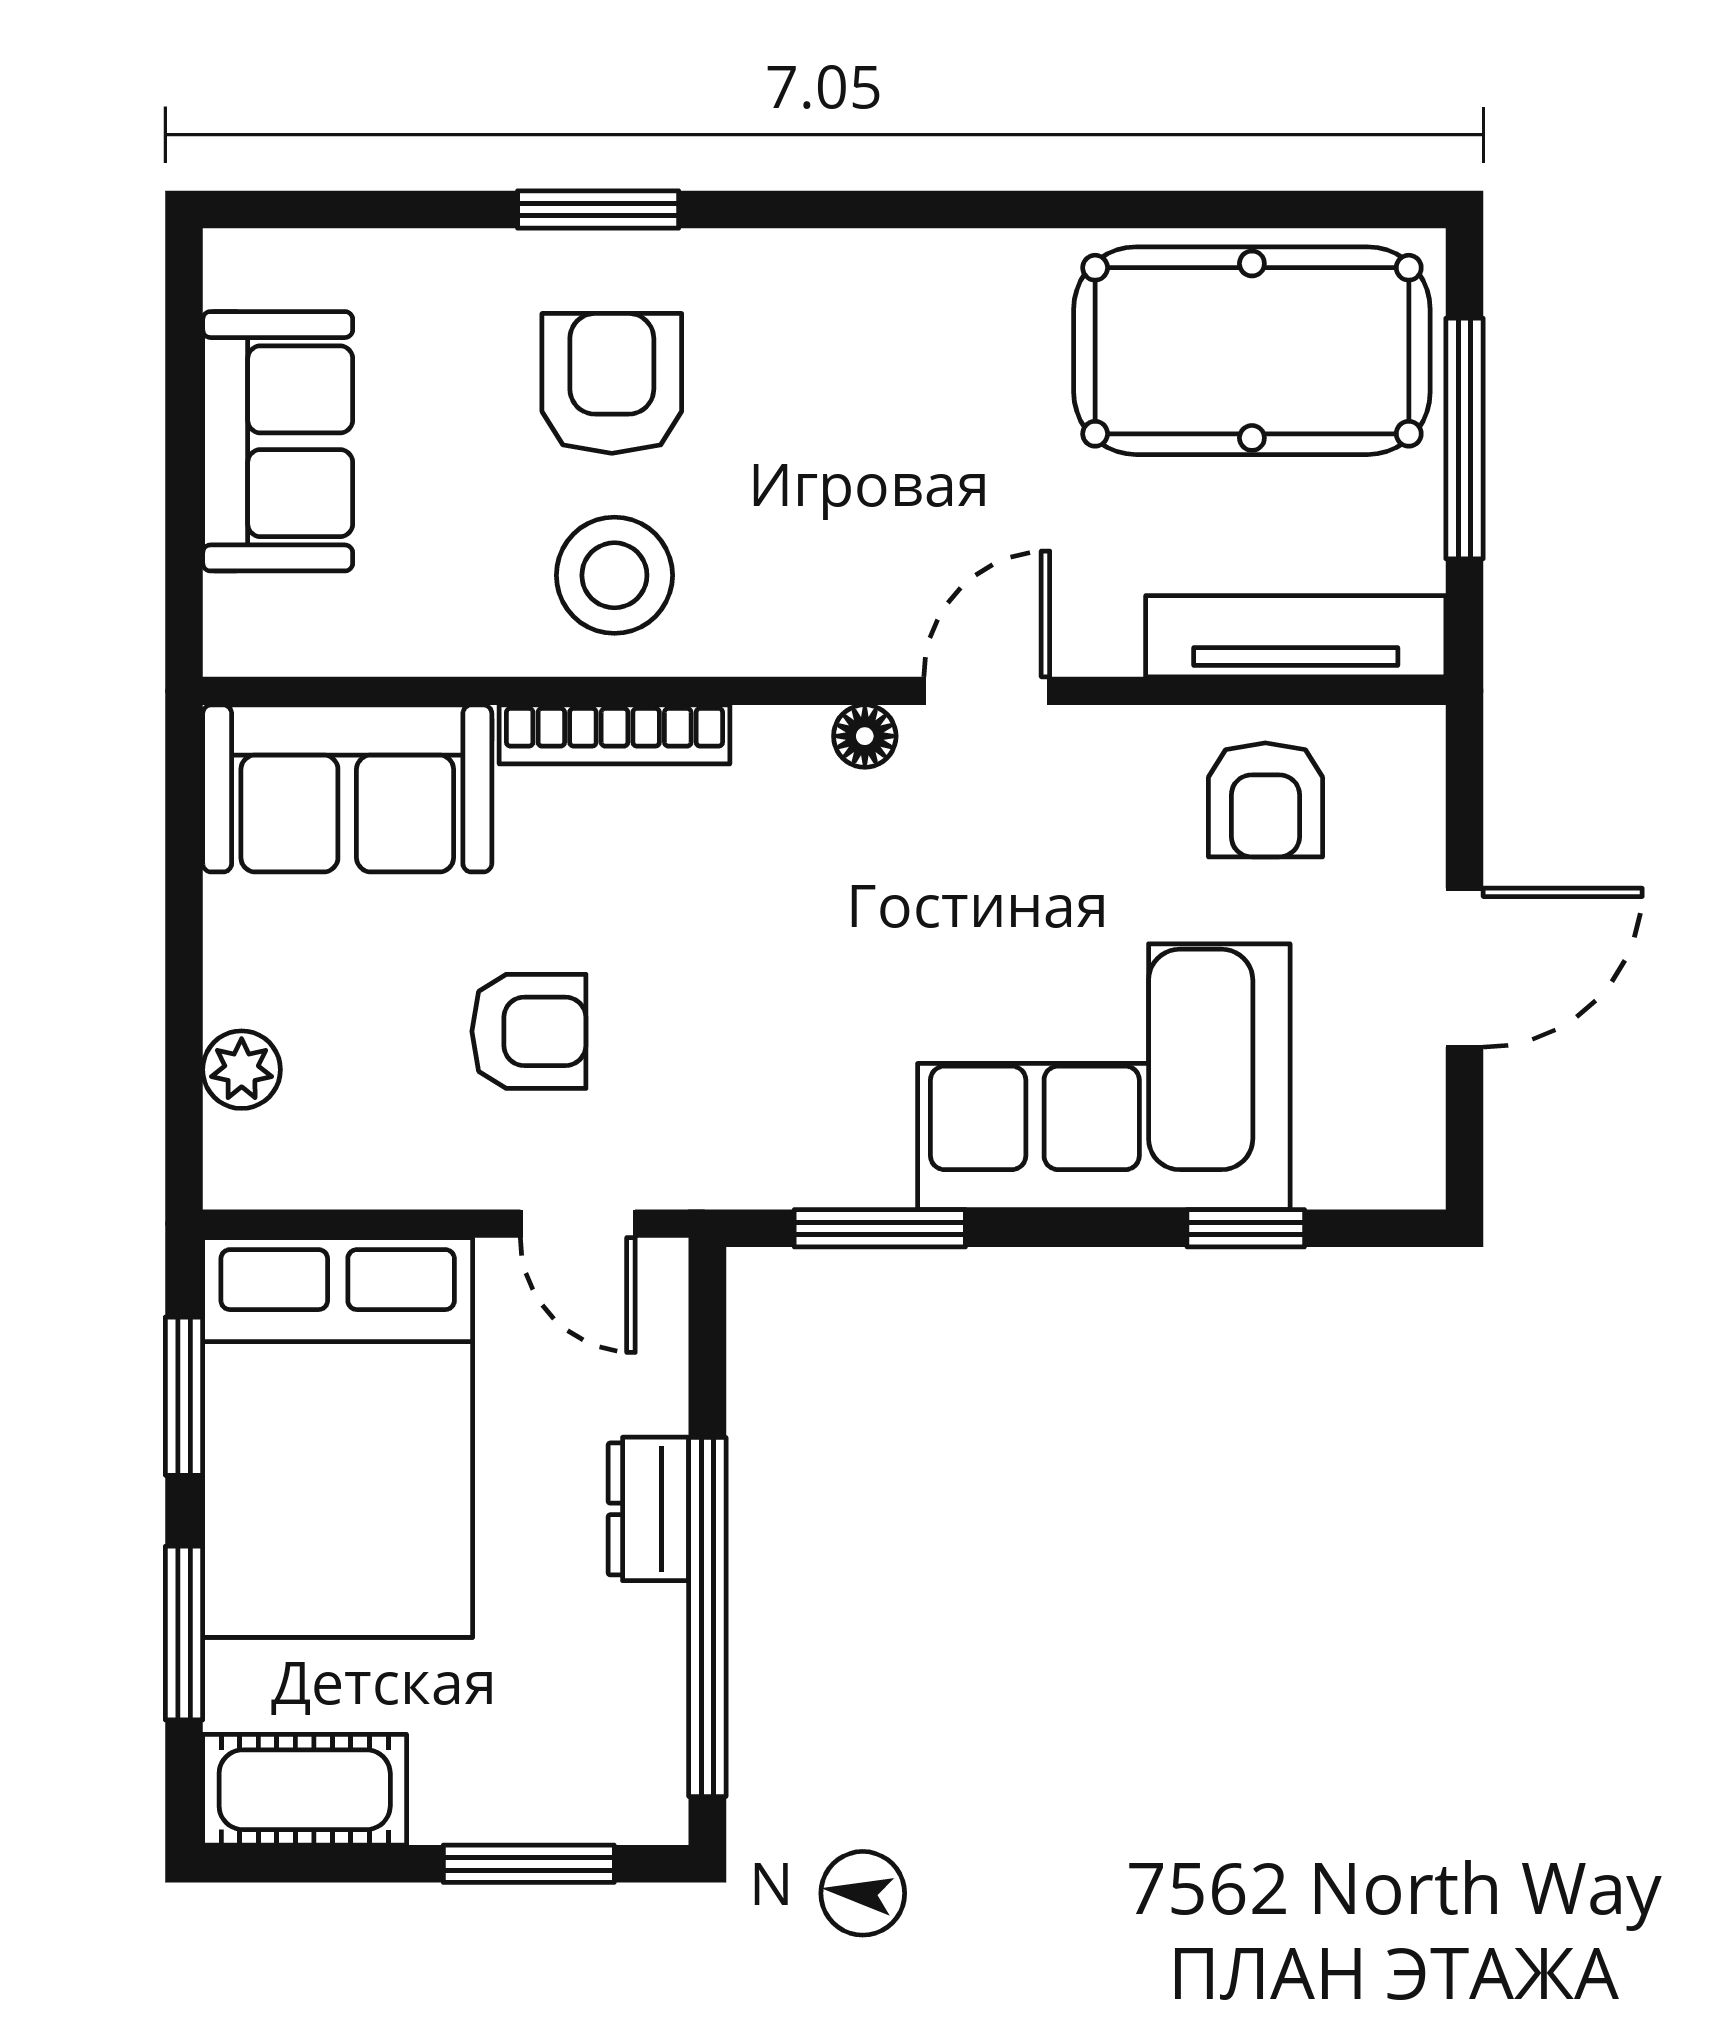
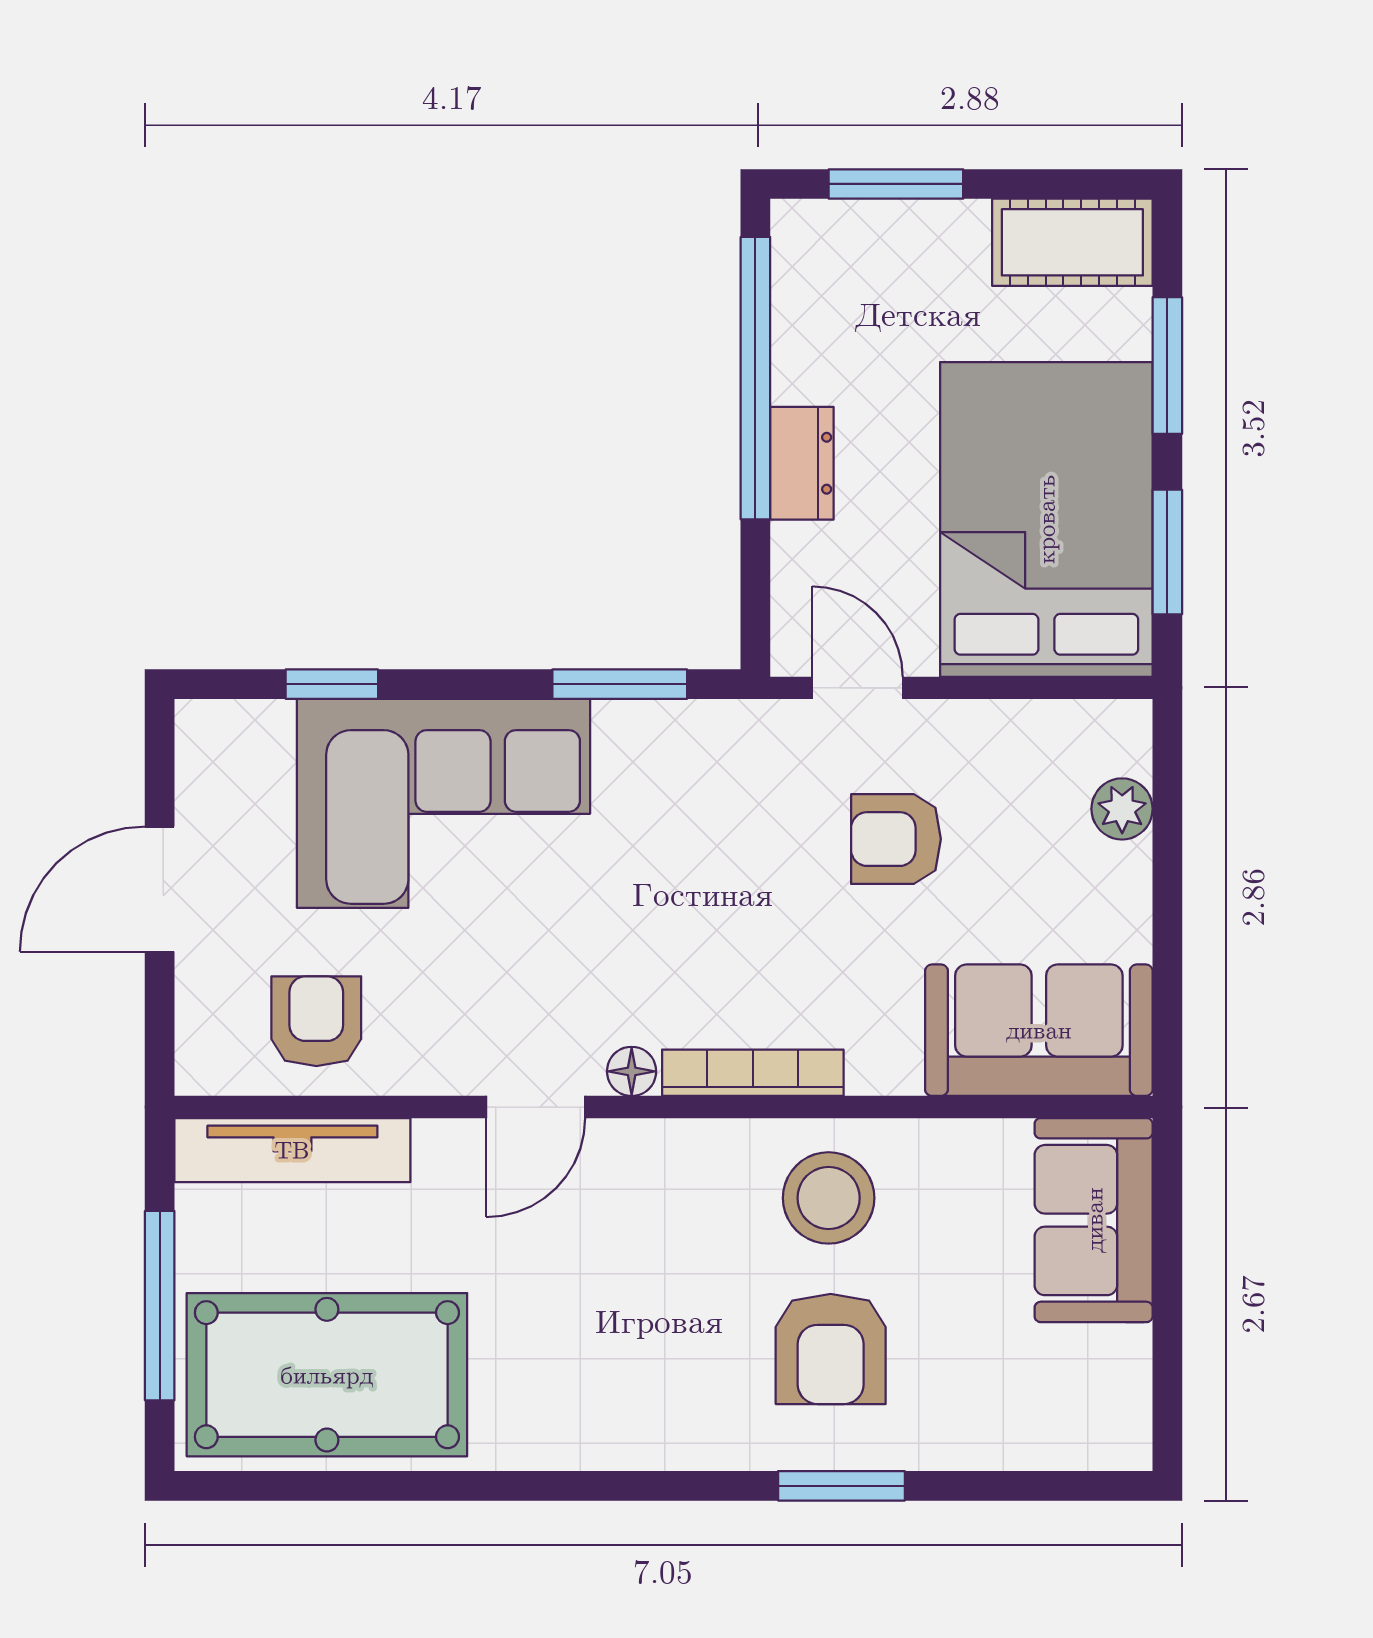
sofa: (278, 441) -> (1094, 1220), moved
bookcase: (615, 734) -> (753, 1073), moved

